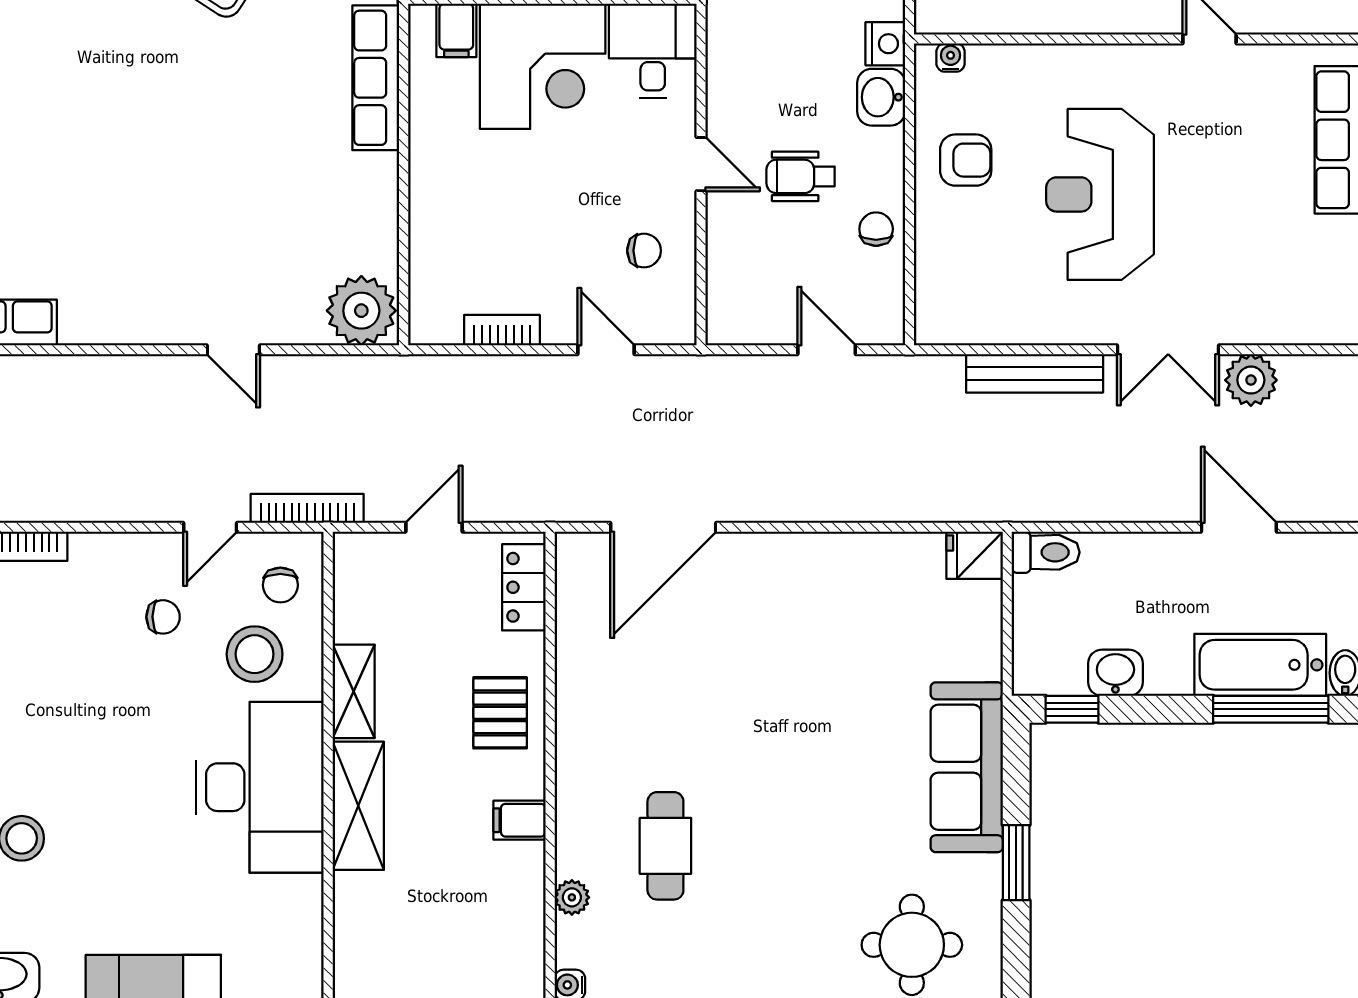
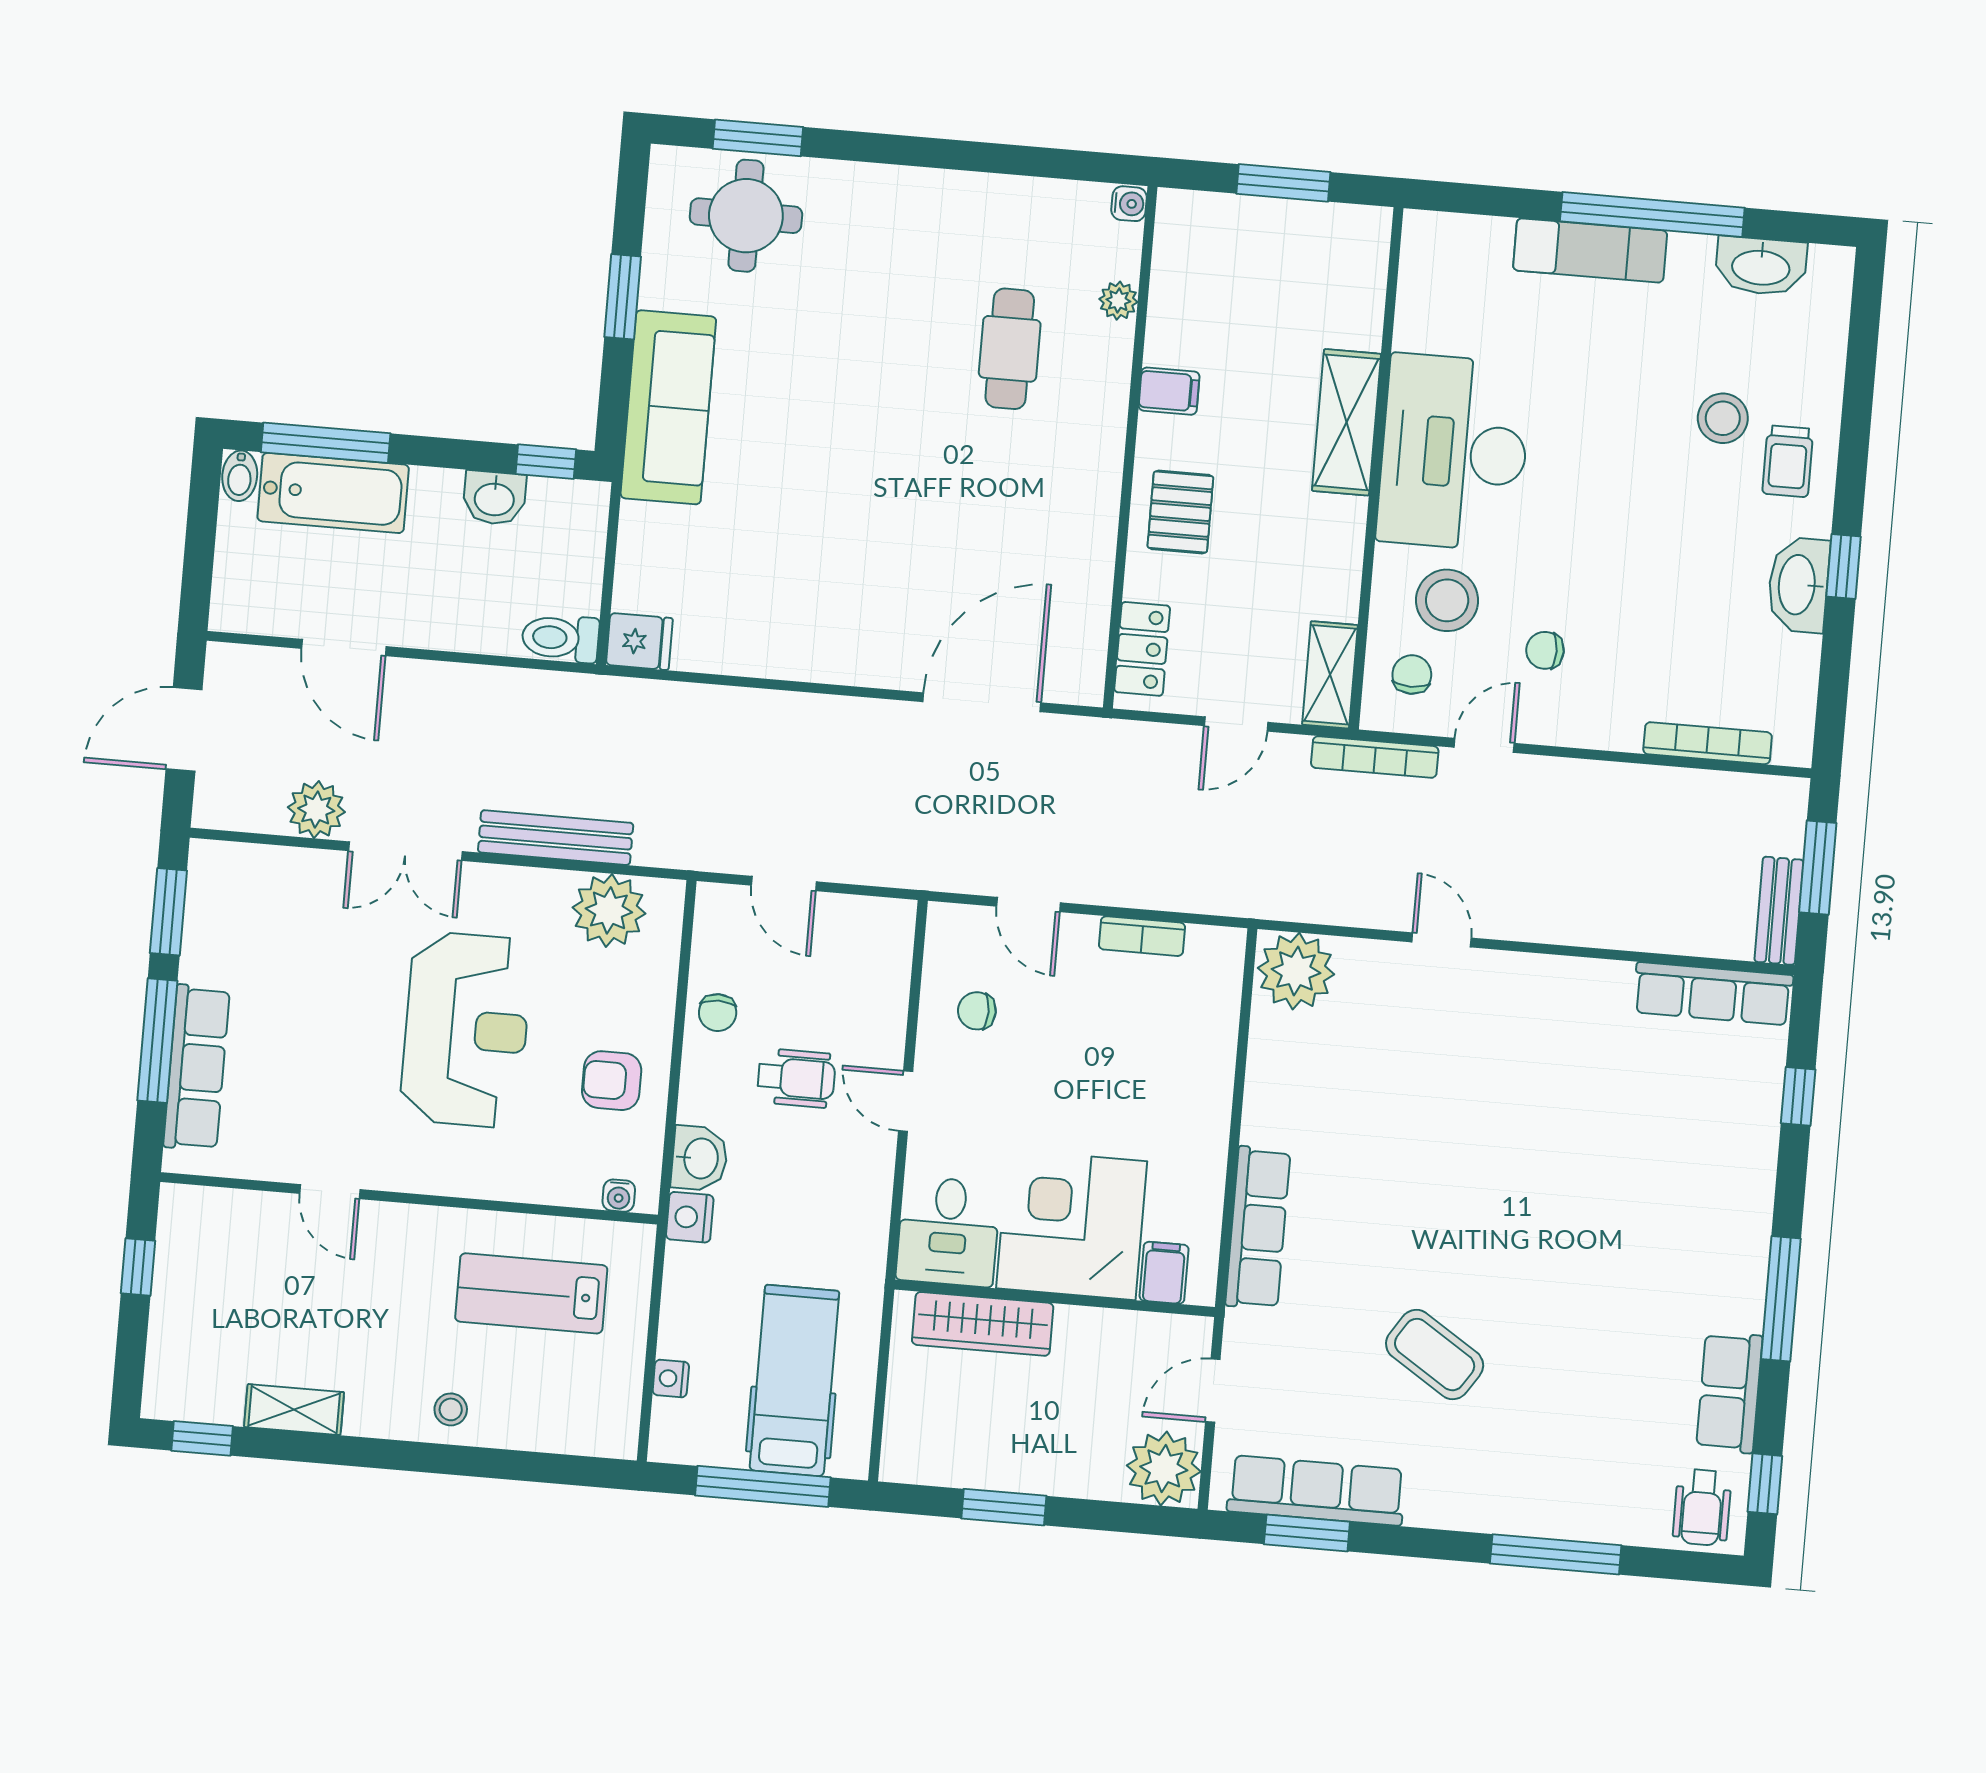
plant: (981, 312) -> (609, 910), added
double door: (1168, 350) -> (405, 851), swing flipped
shelving: (354, 691) -> (1330, 675), moved

